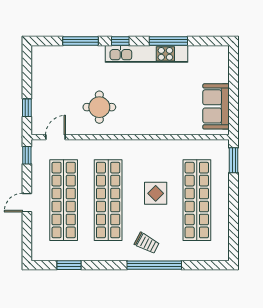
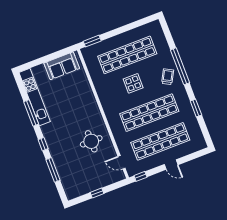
kitchen unit: (146, 54) -> (35, 97), moved
window: (27, 108) -> (97, 193), moved
window: (69, 265) -> (196, 108), moved

